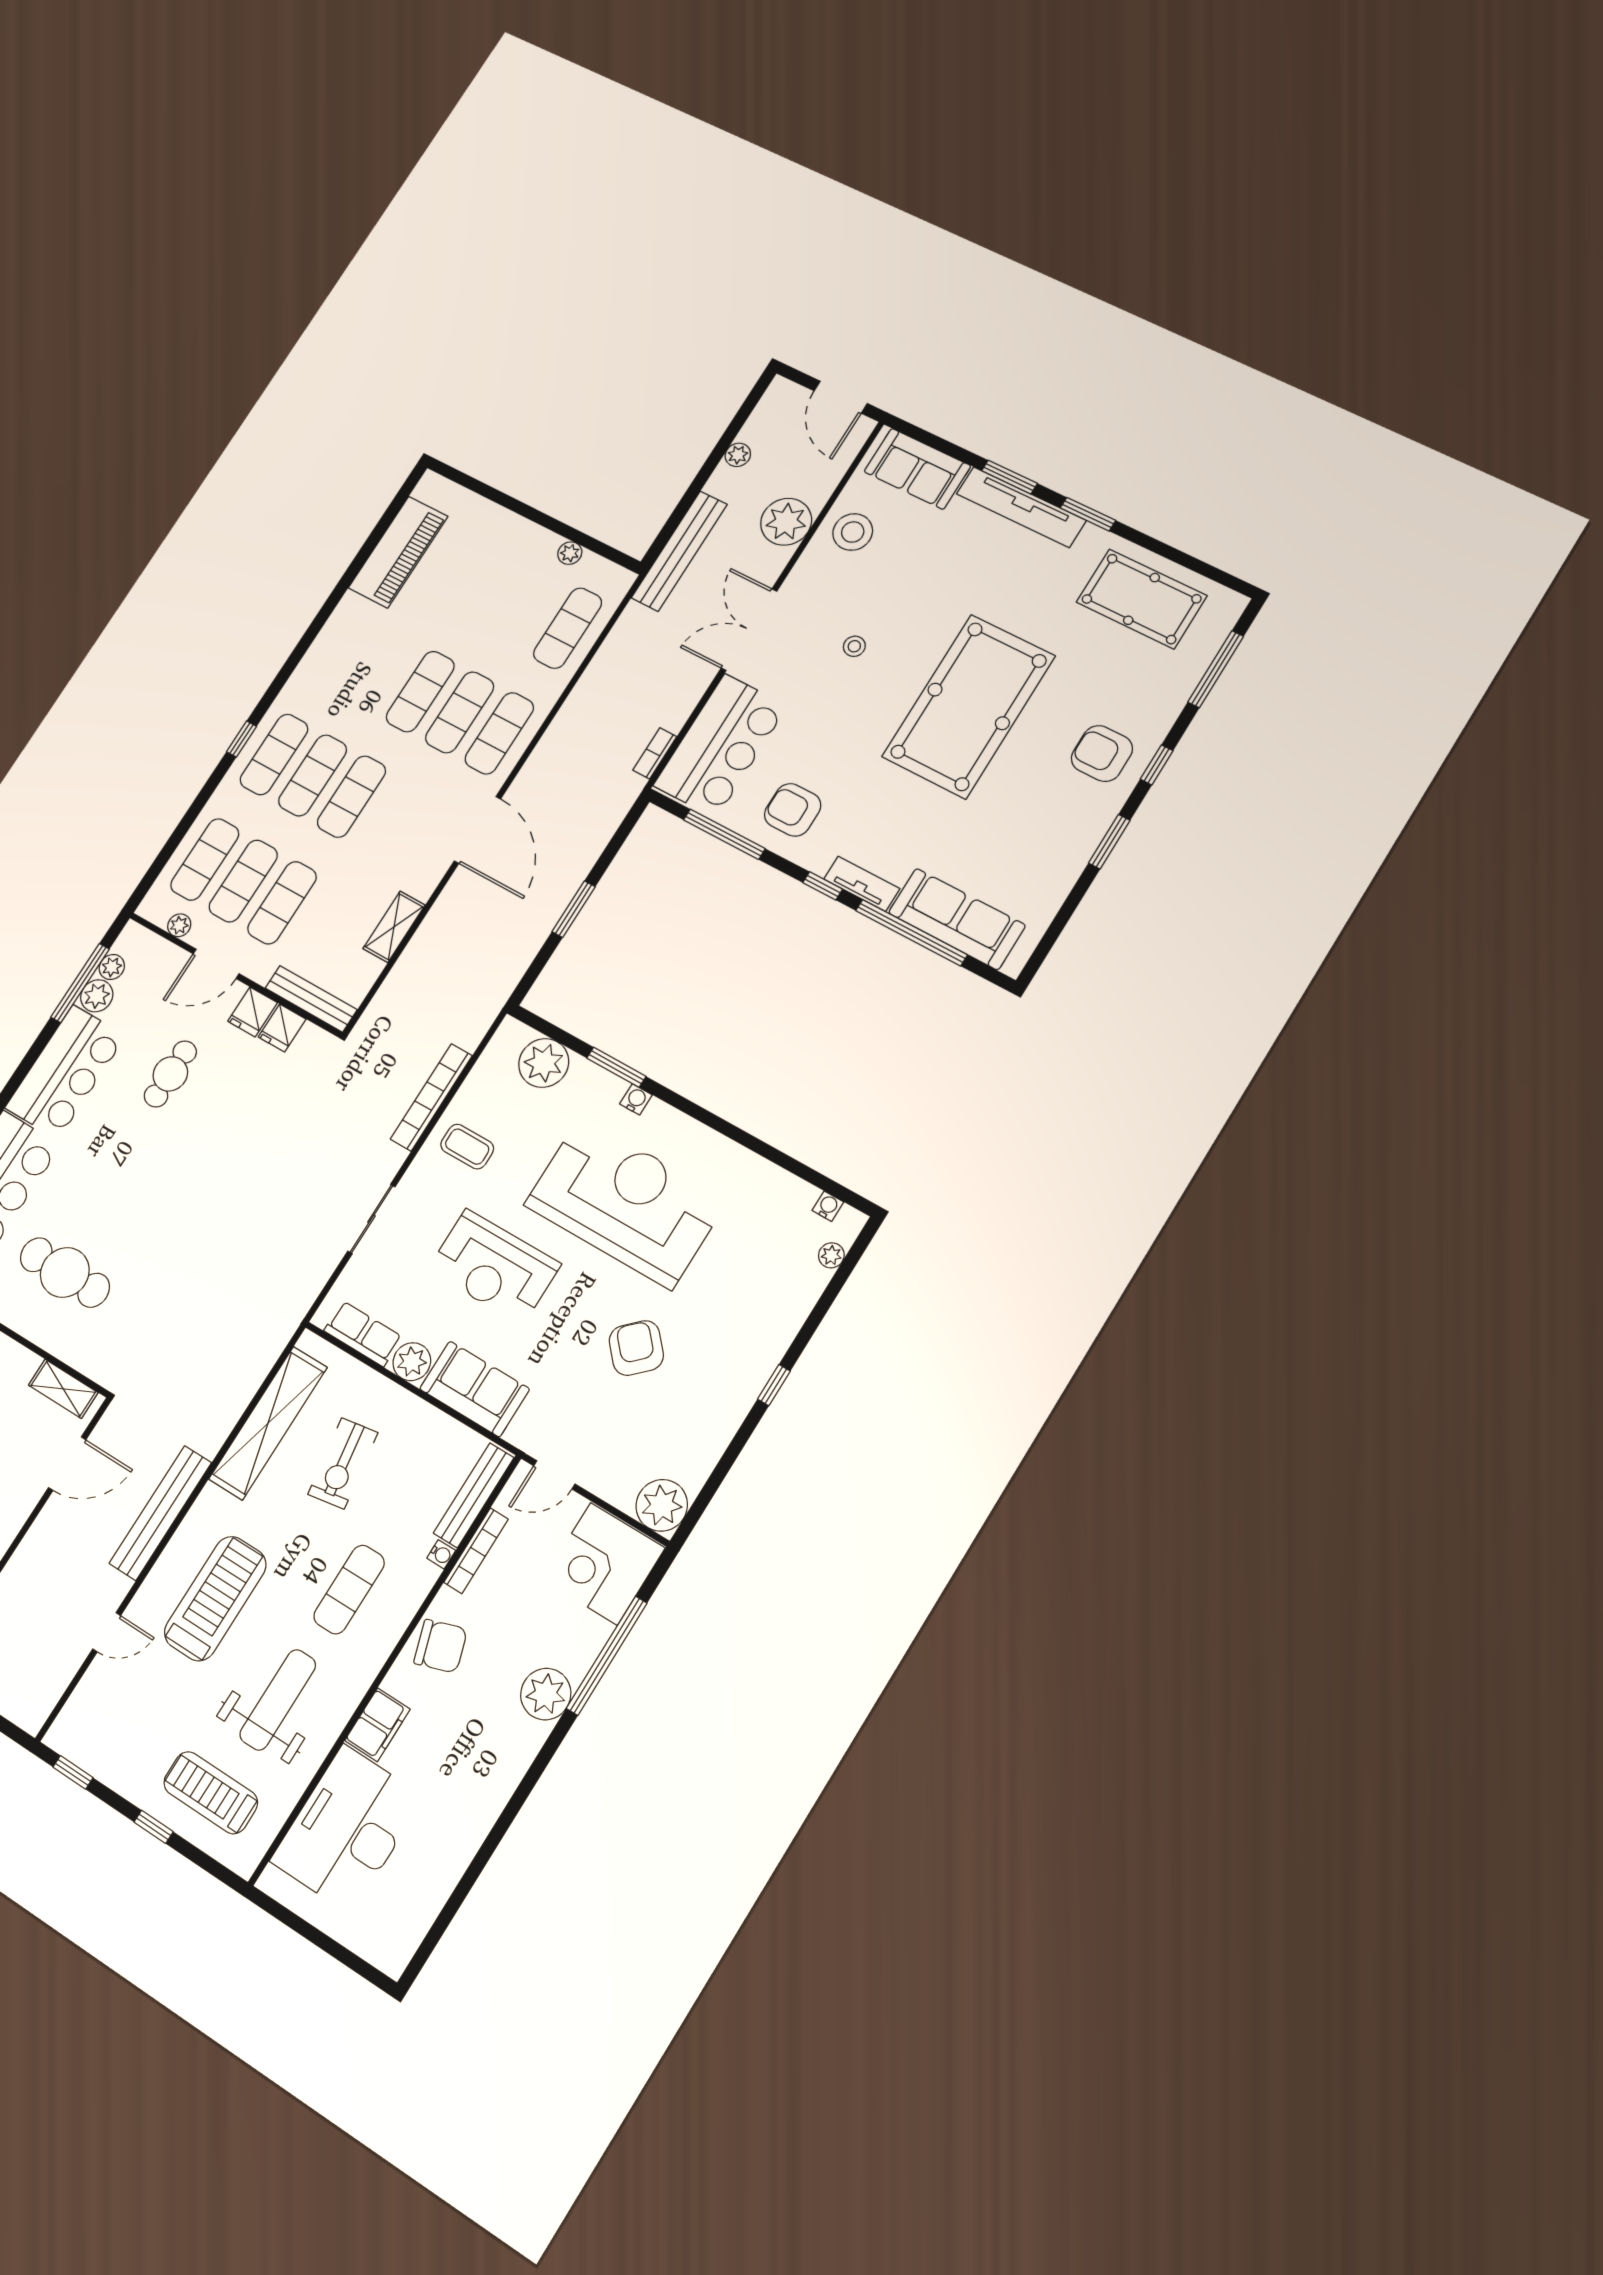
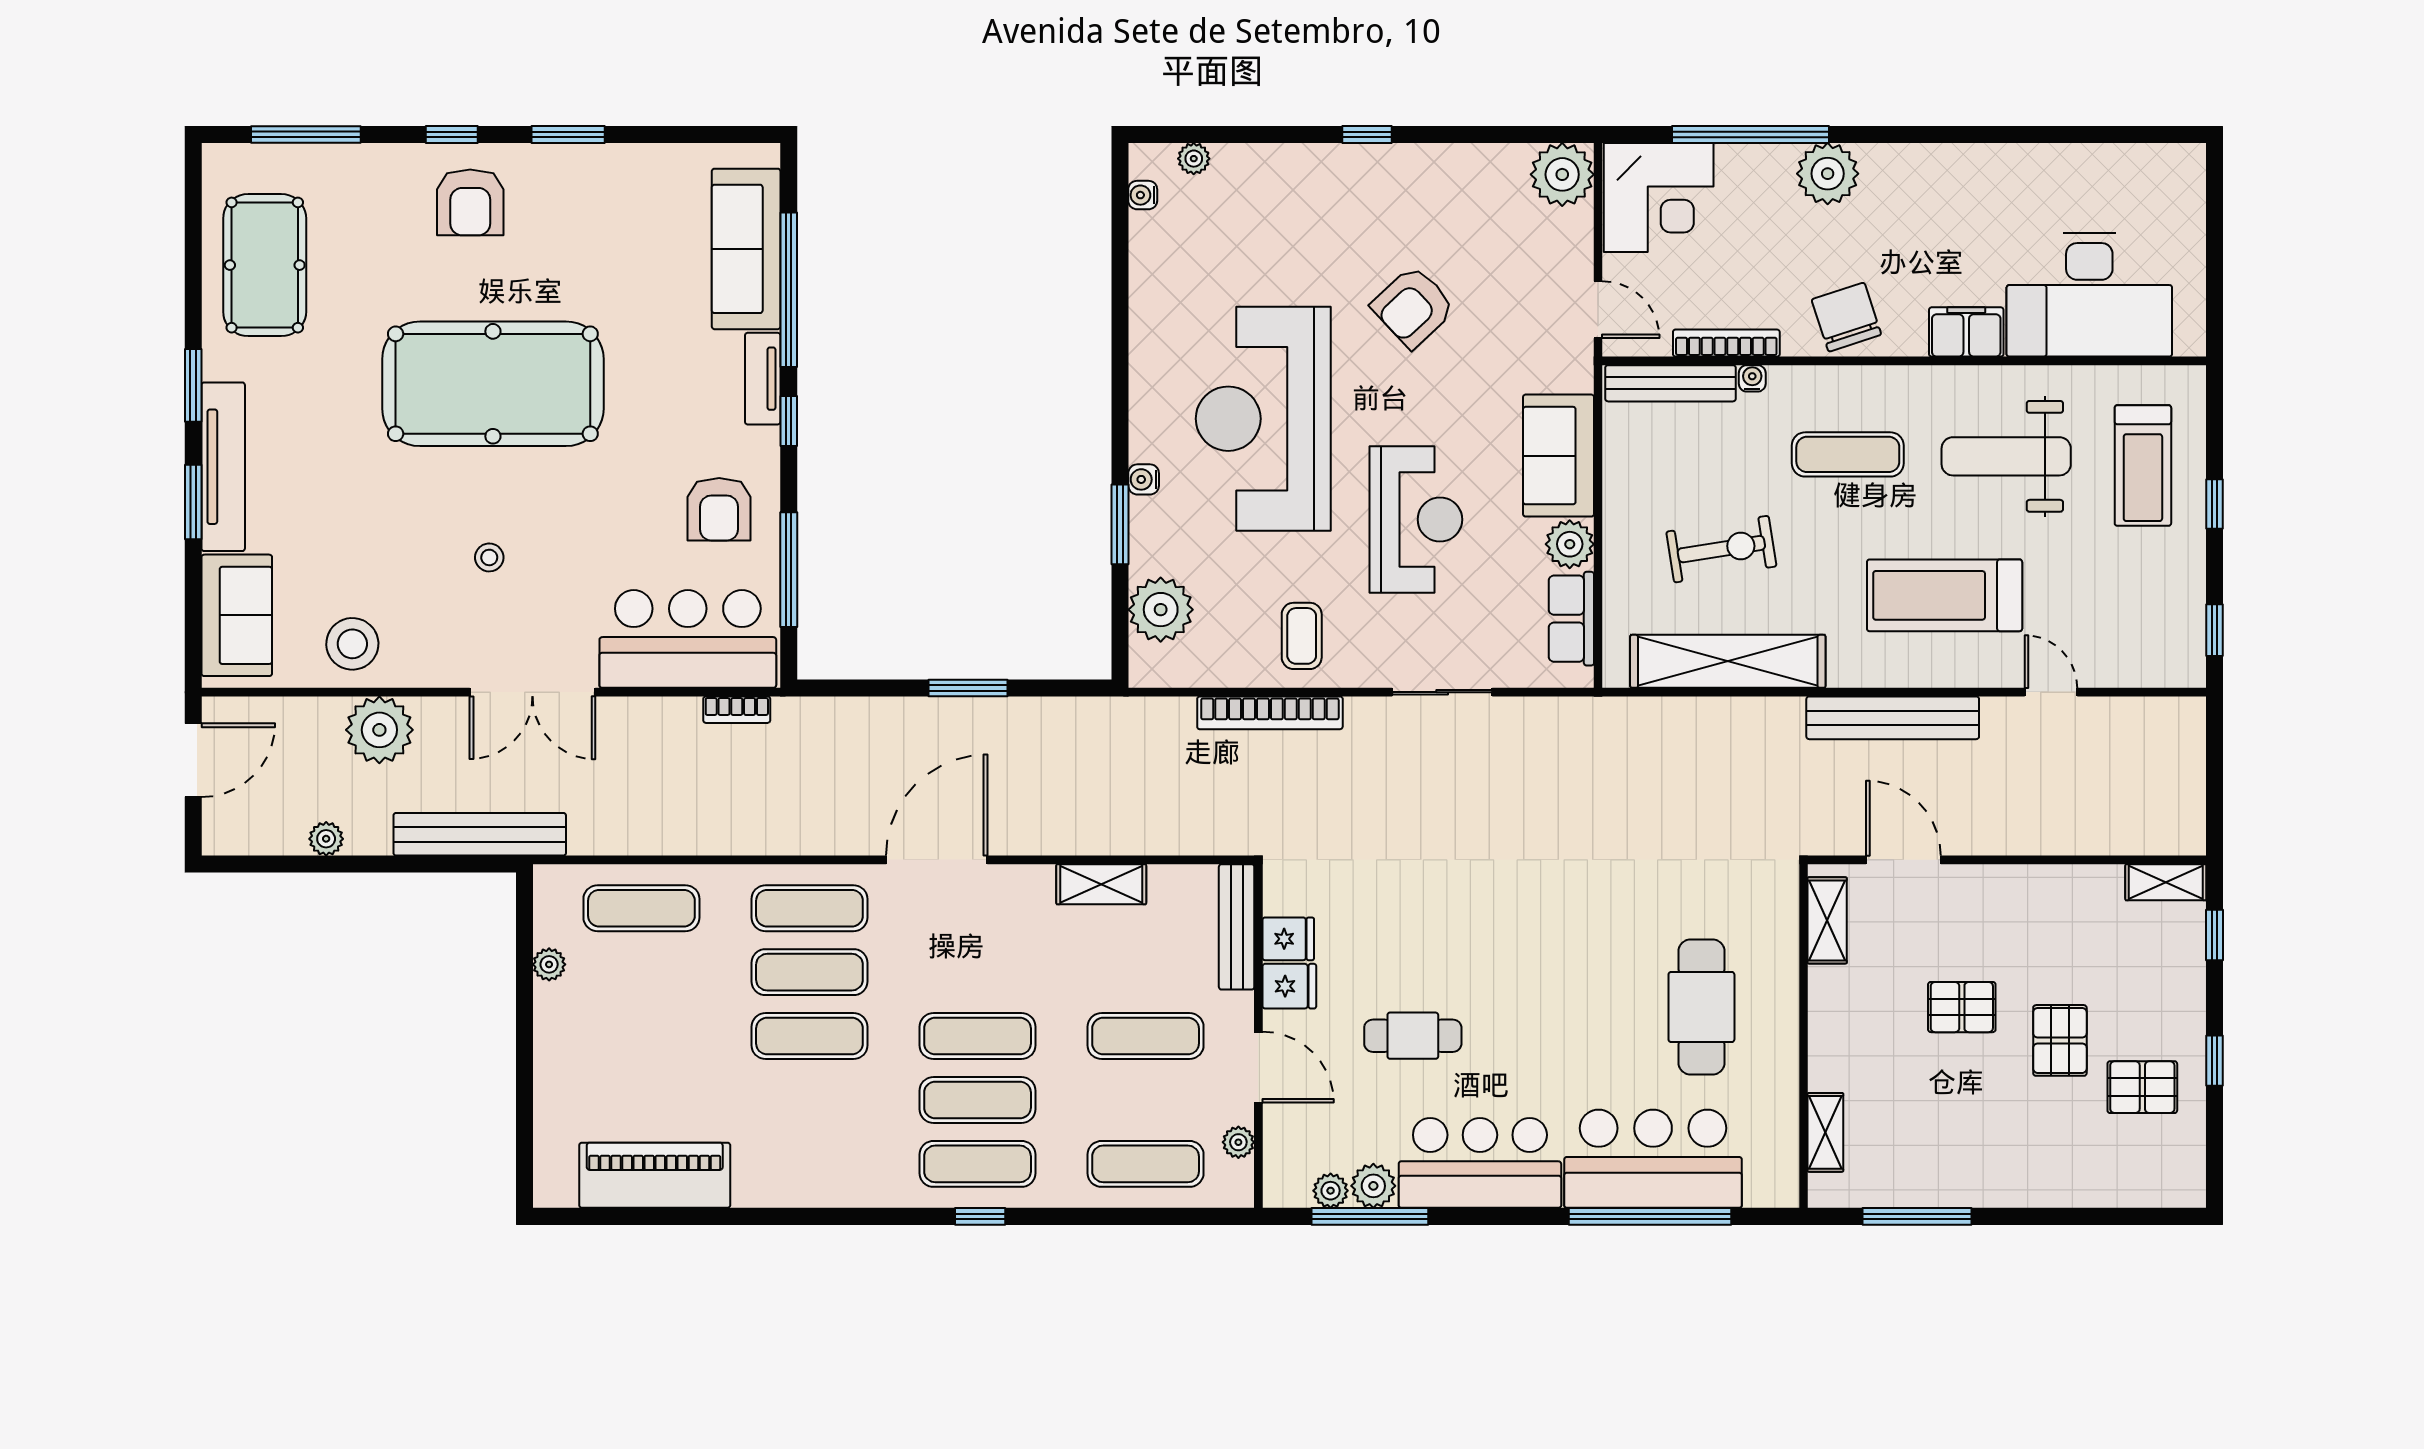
exercise mat: (243, 881) -> (1146, 1100), removed

